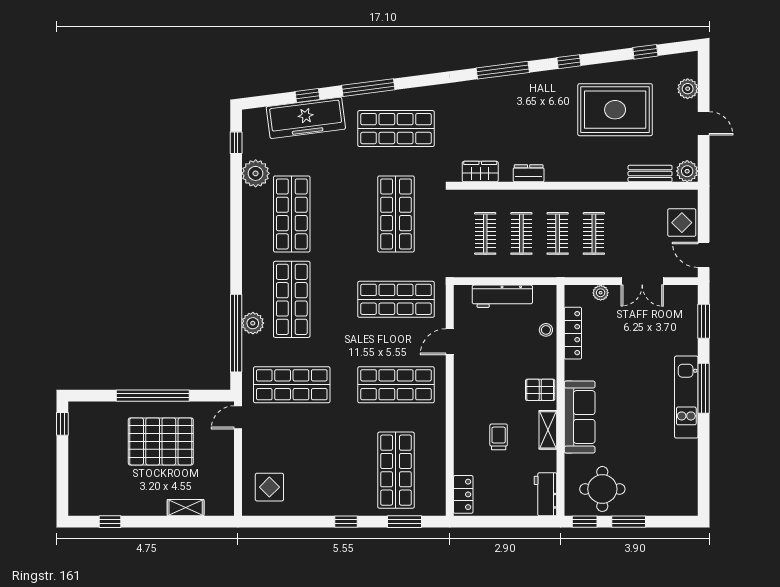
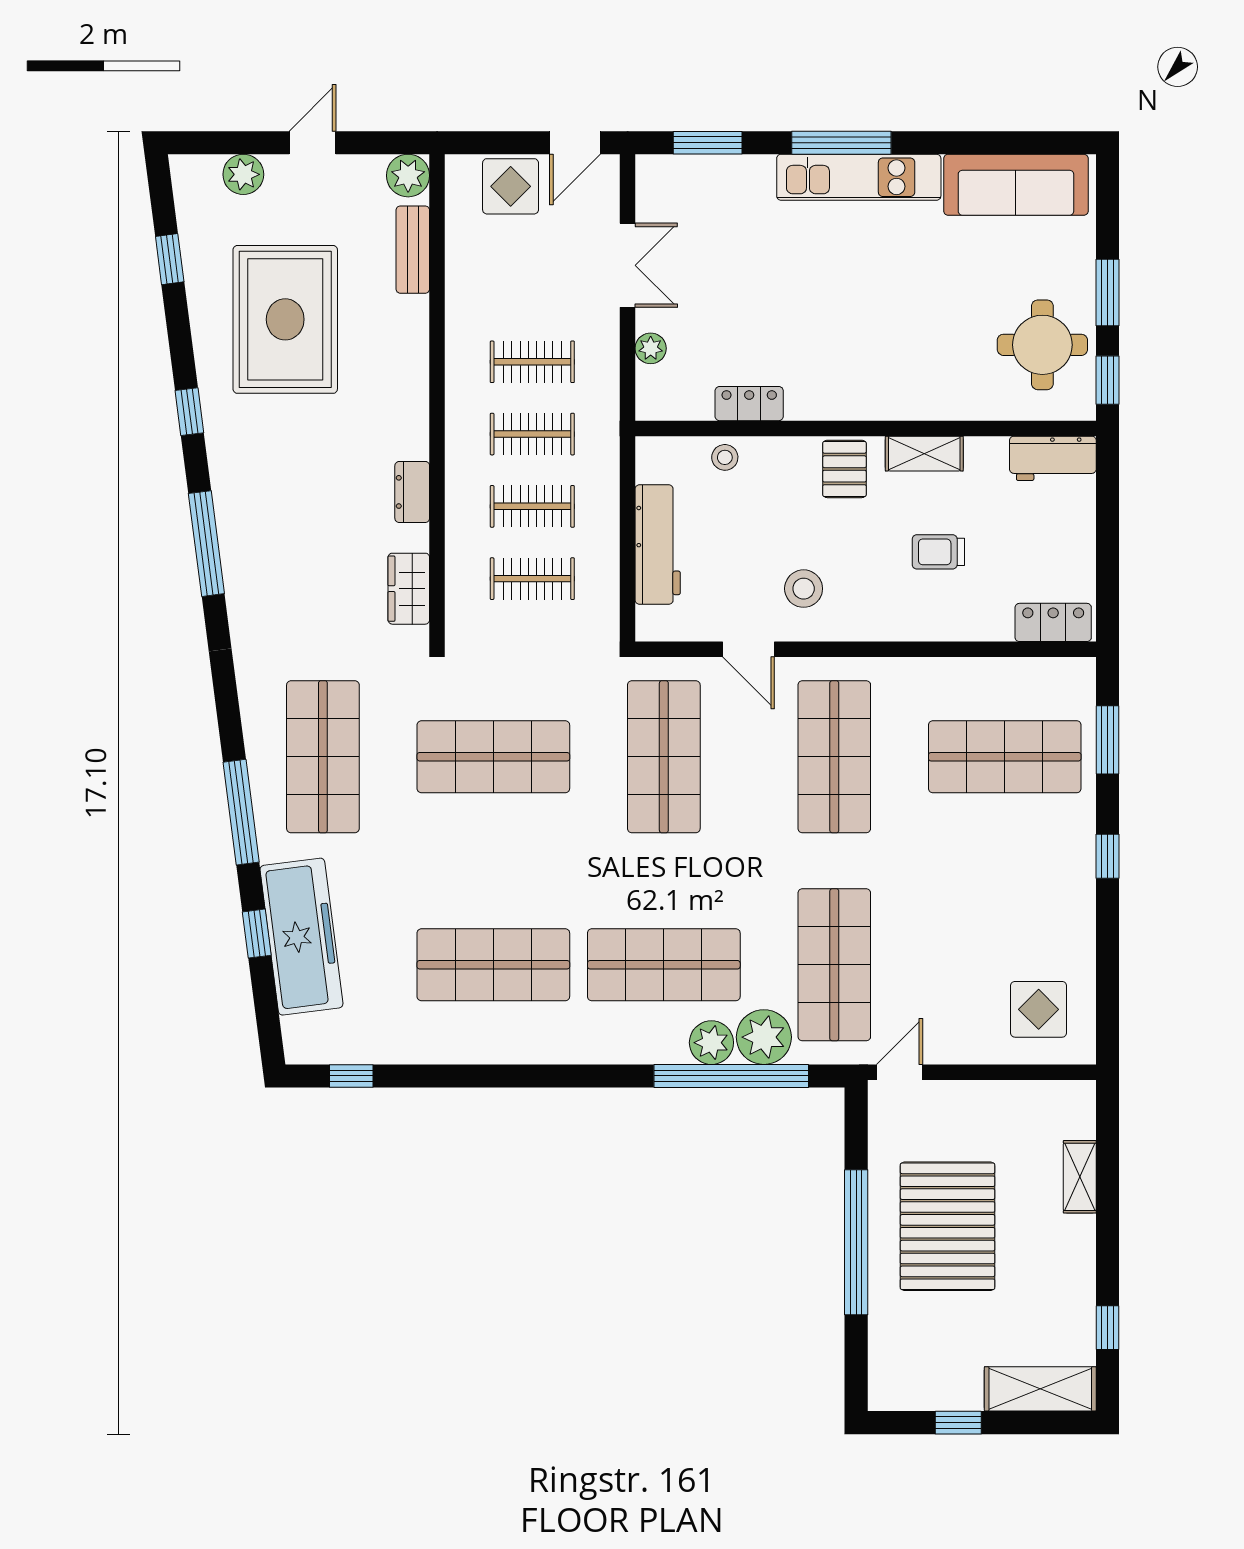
plant: (256, 173) -> (764, 1037), moved
locker: (573, 333) -> (749, 404), width x0.66
stool: (480, 369) -> (804, 589), added
door: (238, 417) -> (899, 1072), swing flipped
sofa: (580, 417) -> (1016, 185), moved, turned 180
window: (62, 424) -> (958, 1423), moved
shelving: (79, 488) -> (1040, 1389), added

